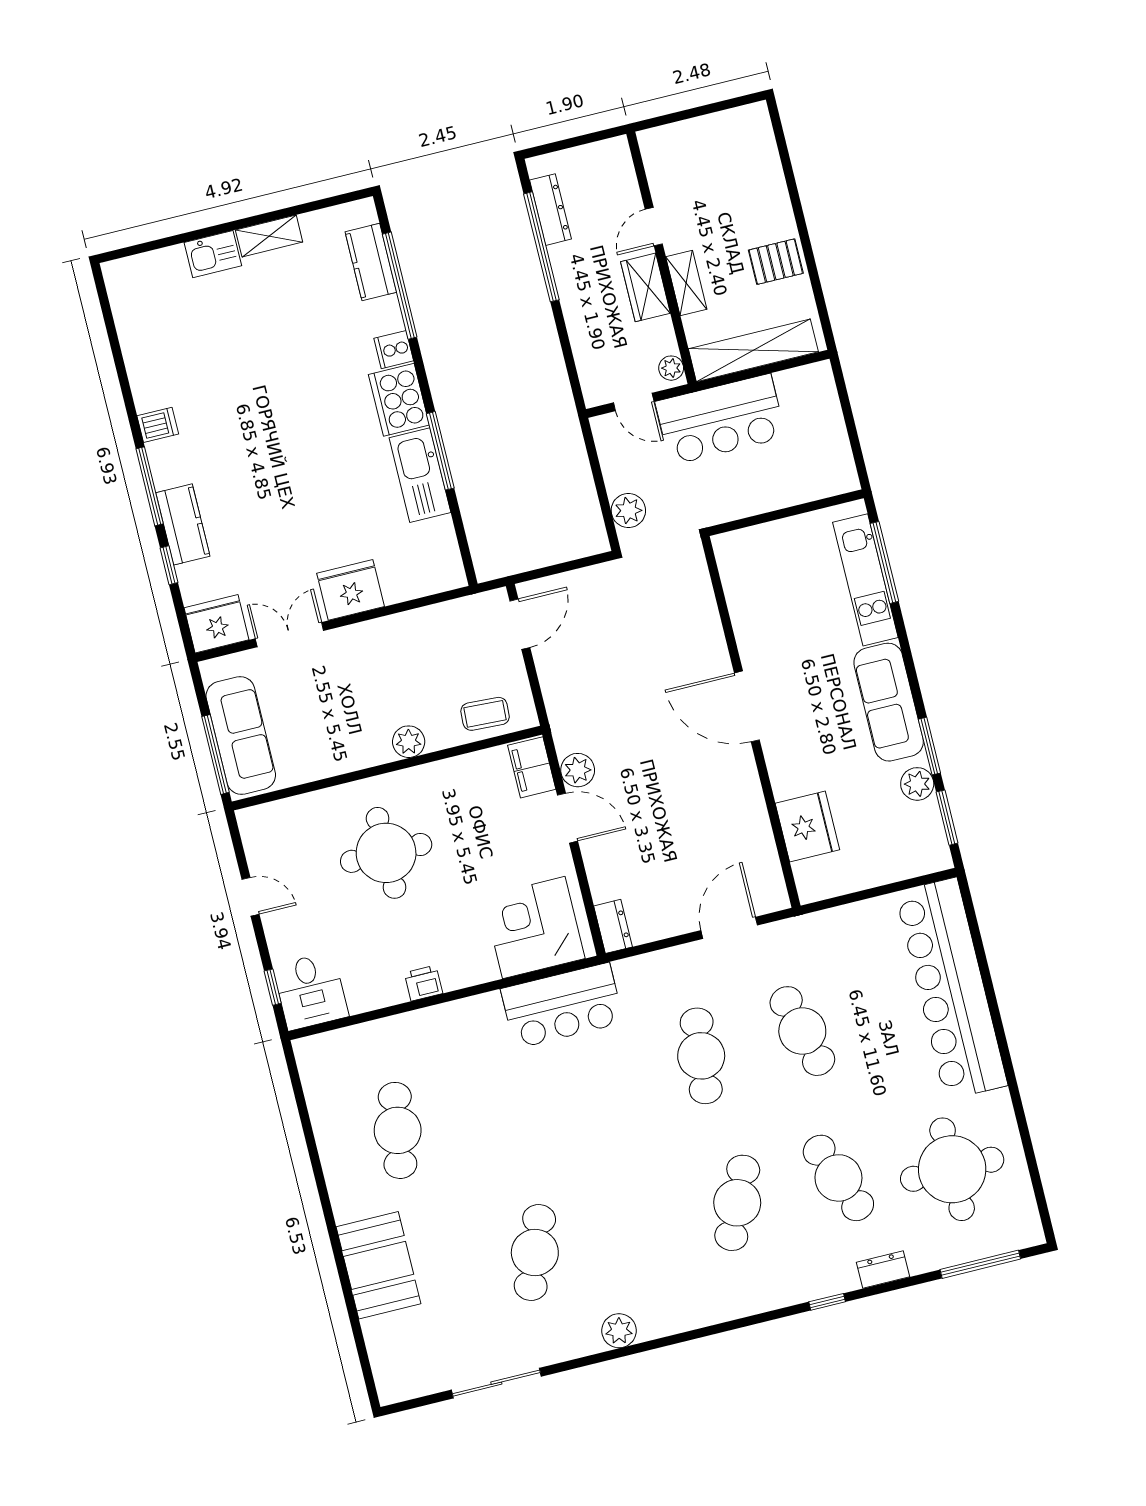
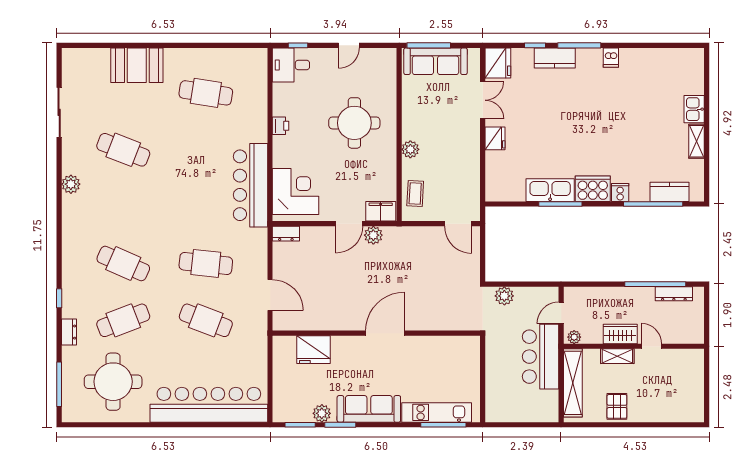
fridge: (351, 590) -> (495, 138), width x0.73, depth x0.75
bar counter: (562, 1006) -> (251, 185), width x1.36
cafe table: (802, 1031) -> (206, 320), turned 36

